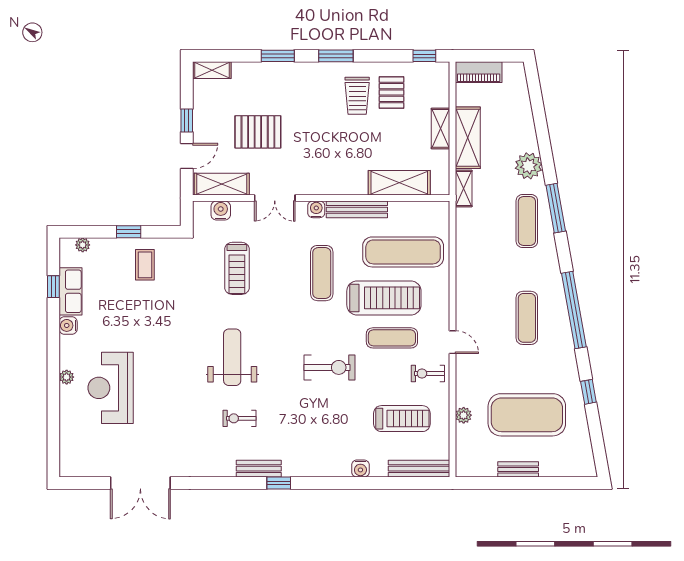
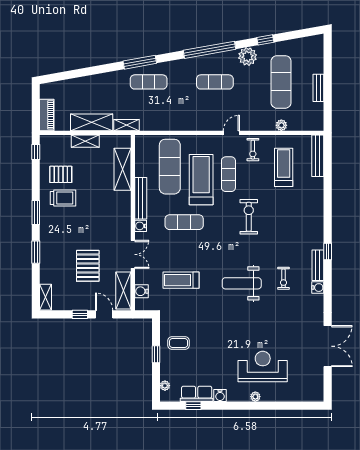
plant: (529, 166) -> (248, 56), moved
treadmill: (237, 268) -> (181, 280), turned 180
reception desk: (111, 388) -> (263, 367), turned 180
exercise mat: (527, 415) -> (281, 82), width x0.68
water cooler: (360, 469) -> (318, 288), moved

